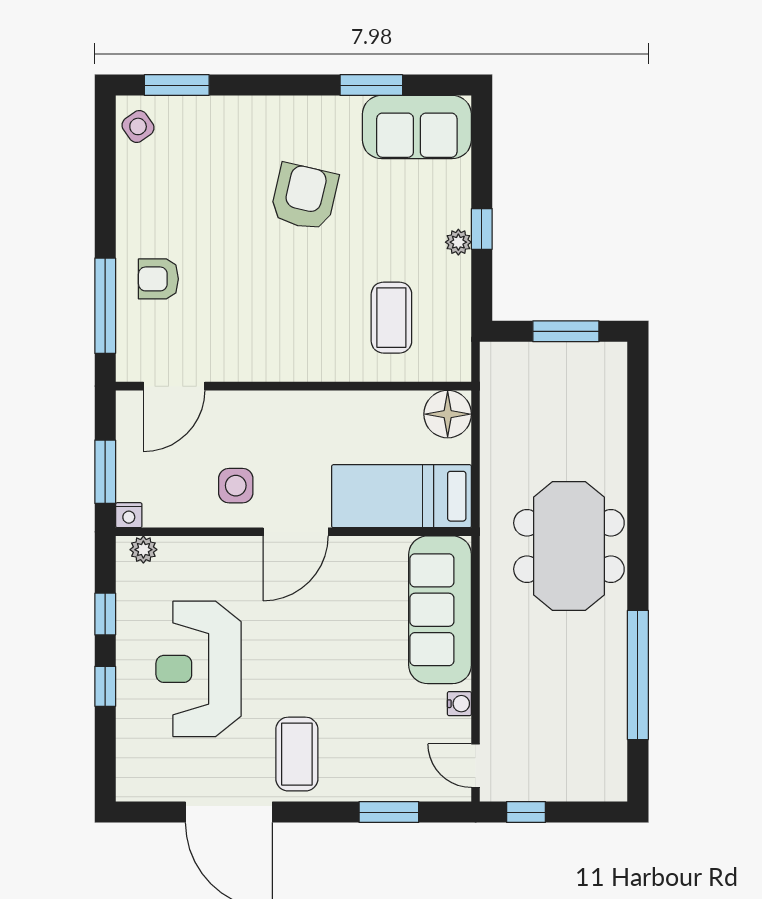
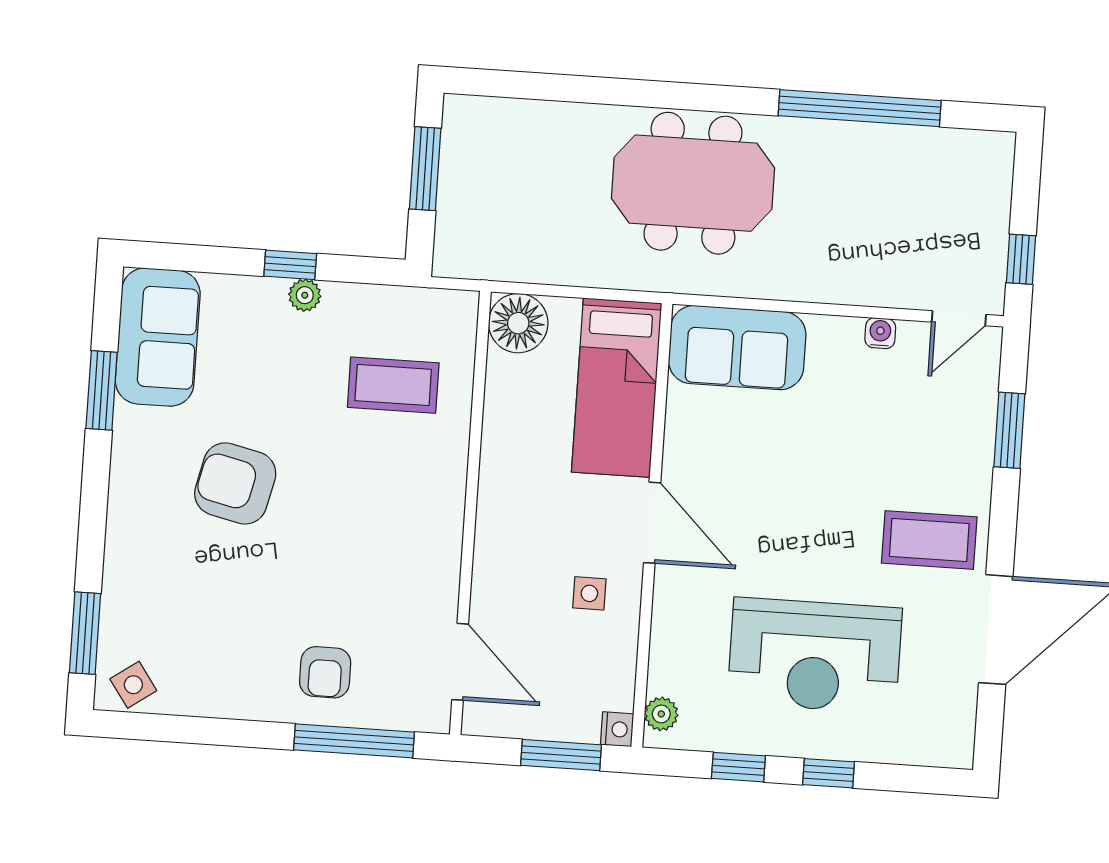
side table: (236, 486) -> (589, 593), width x0.73, depth x0.73
sofa: (440, 610) -> (737, 348), width x0.73

